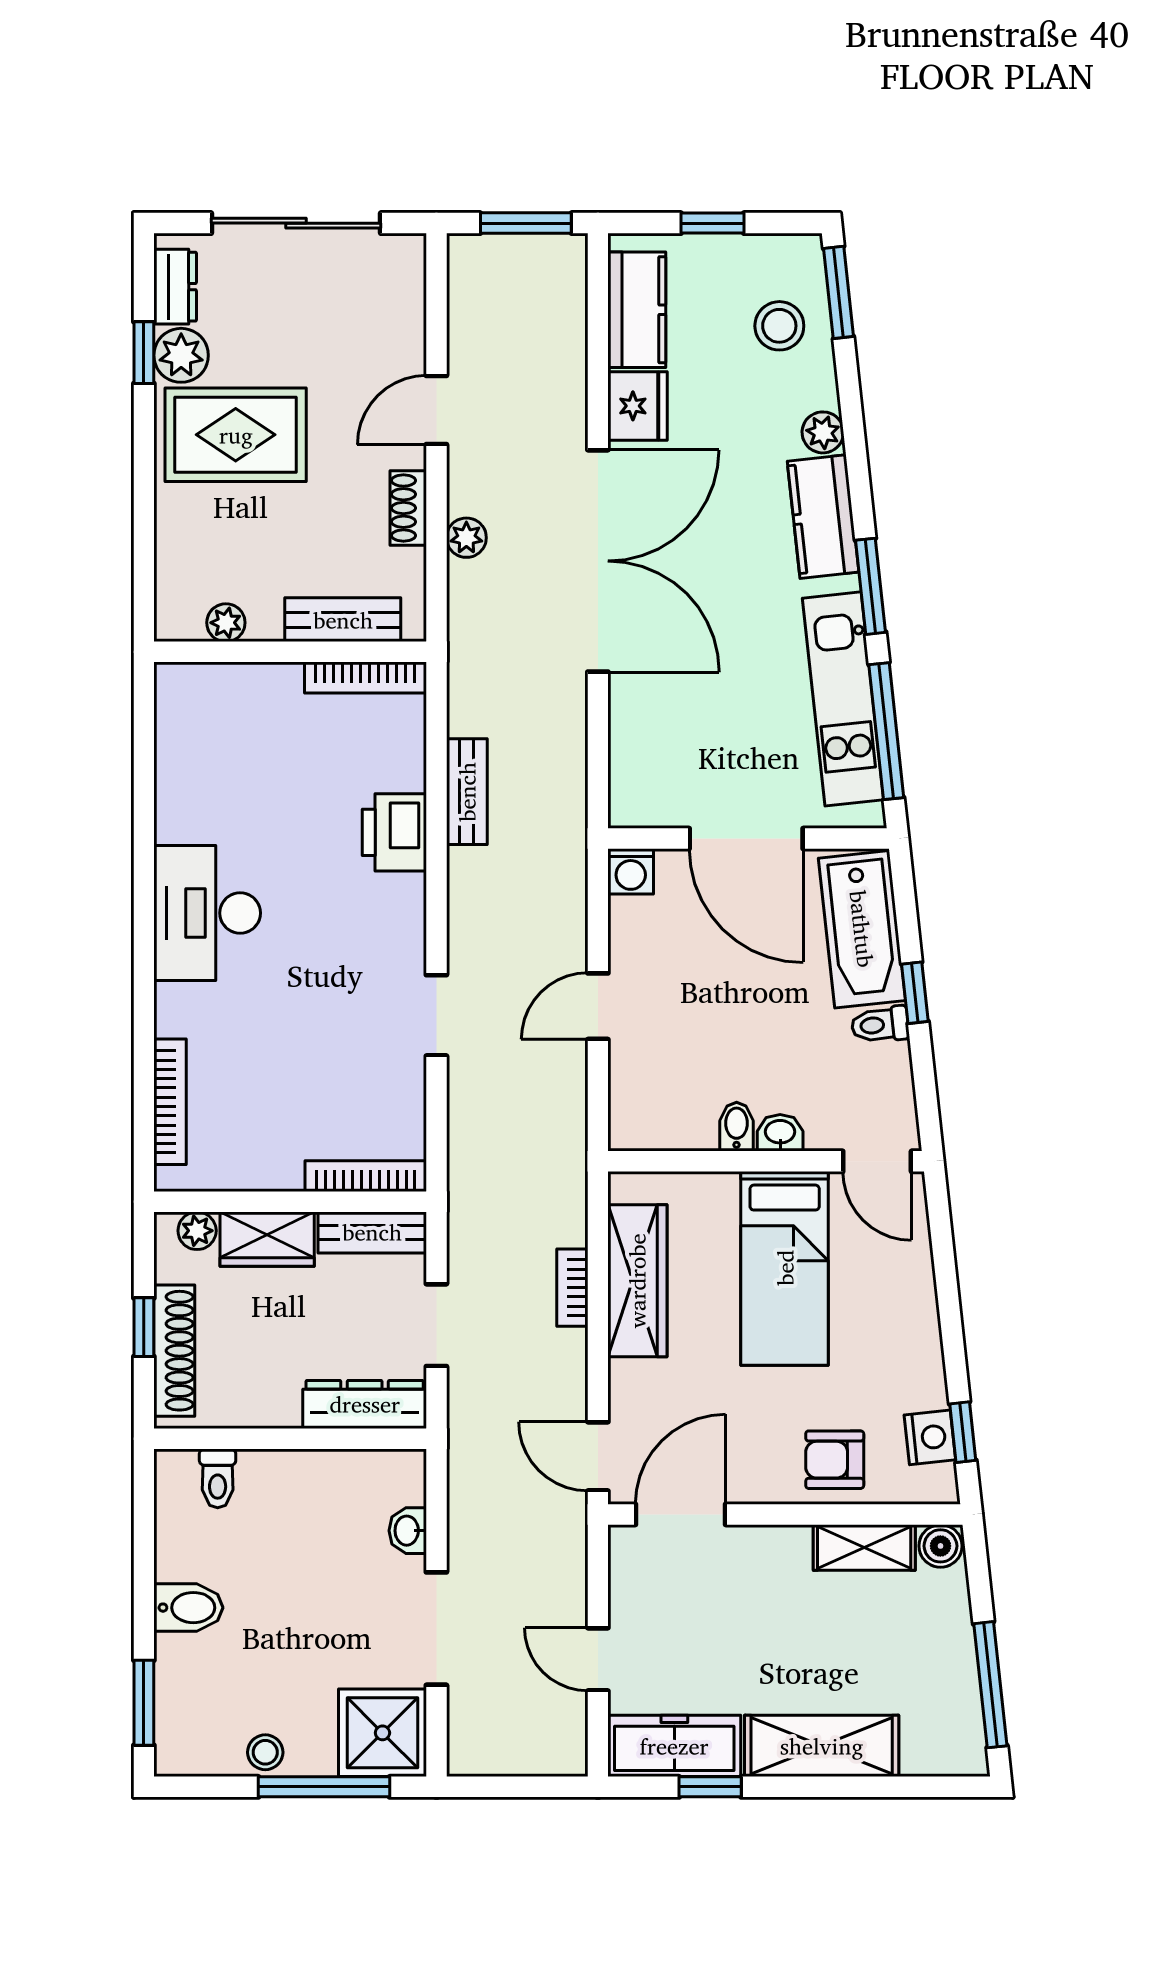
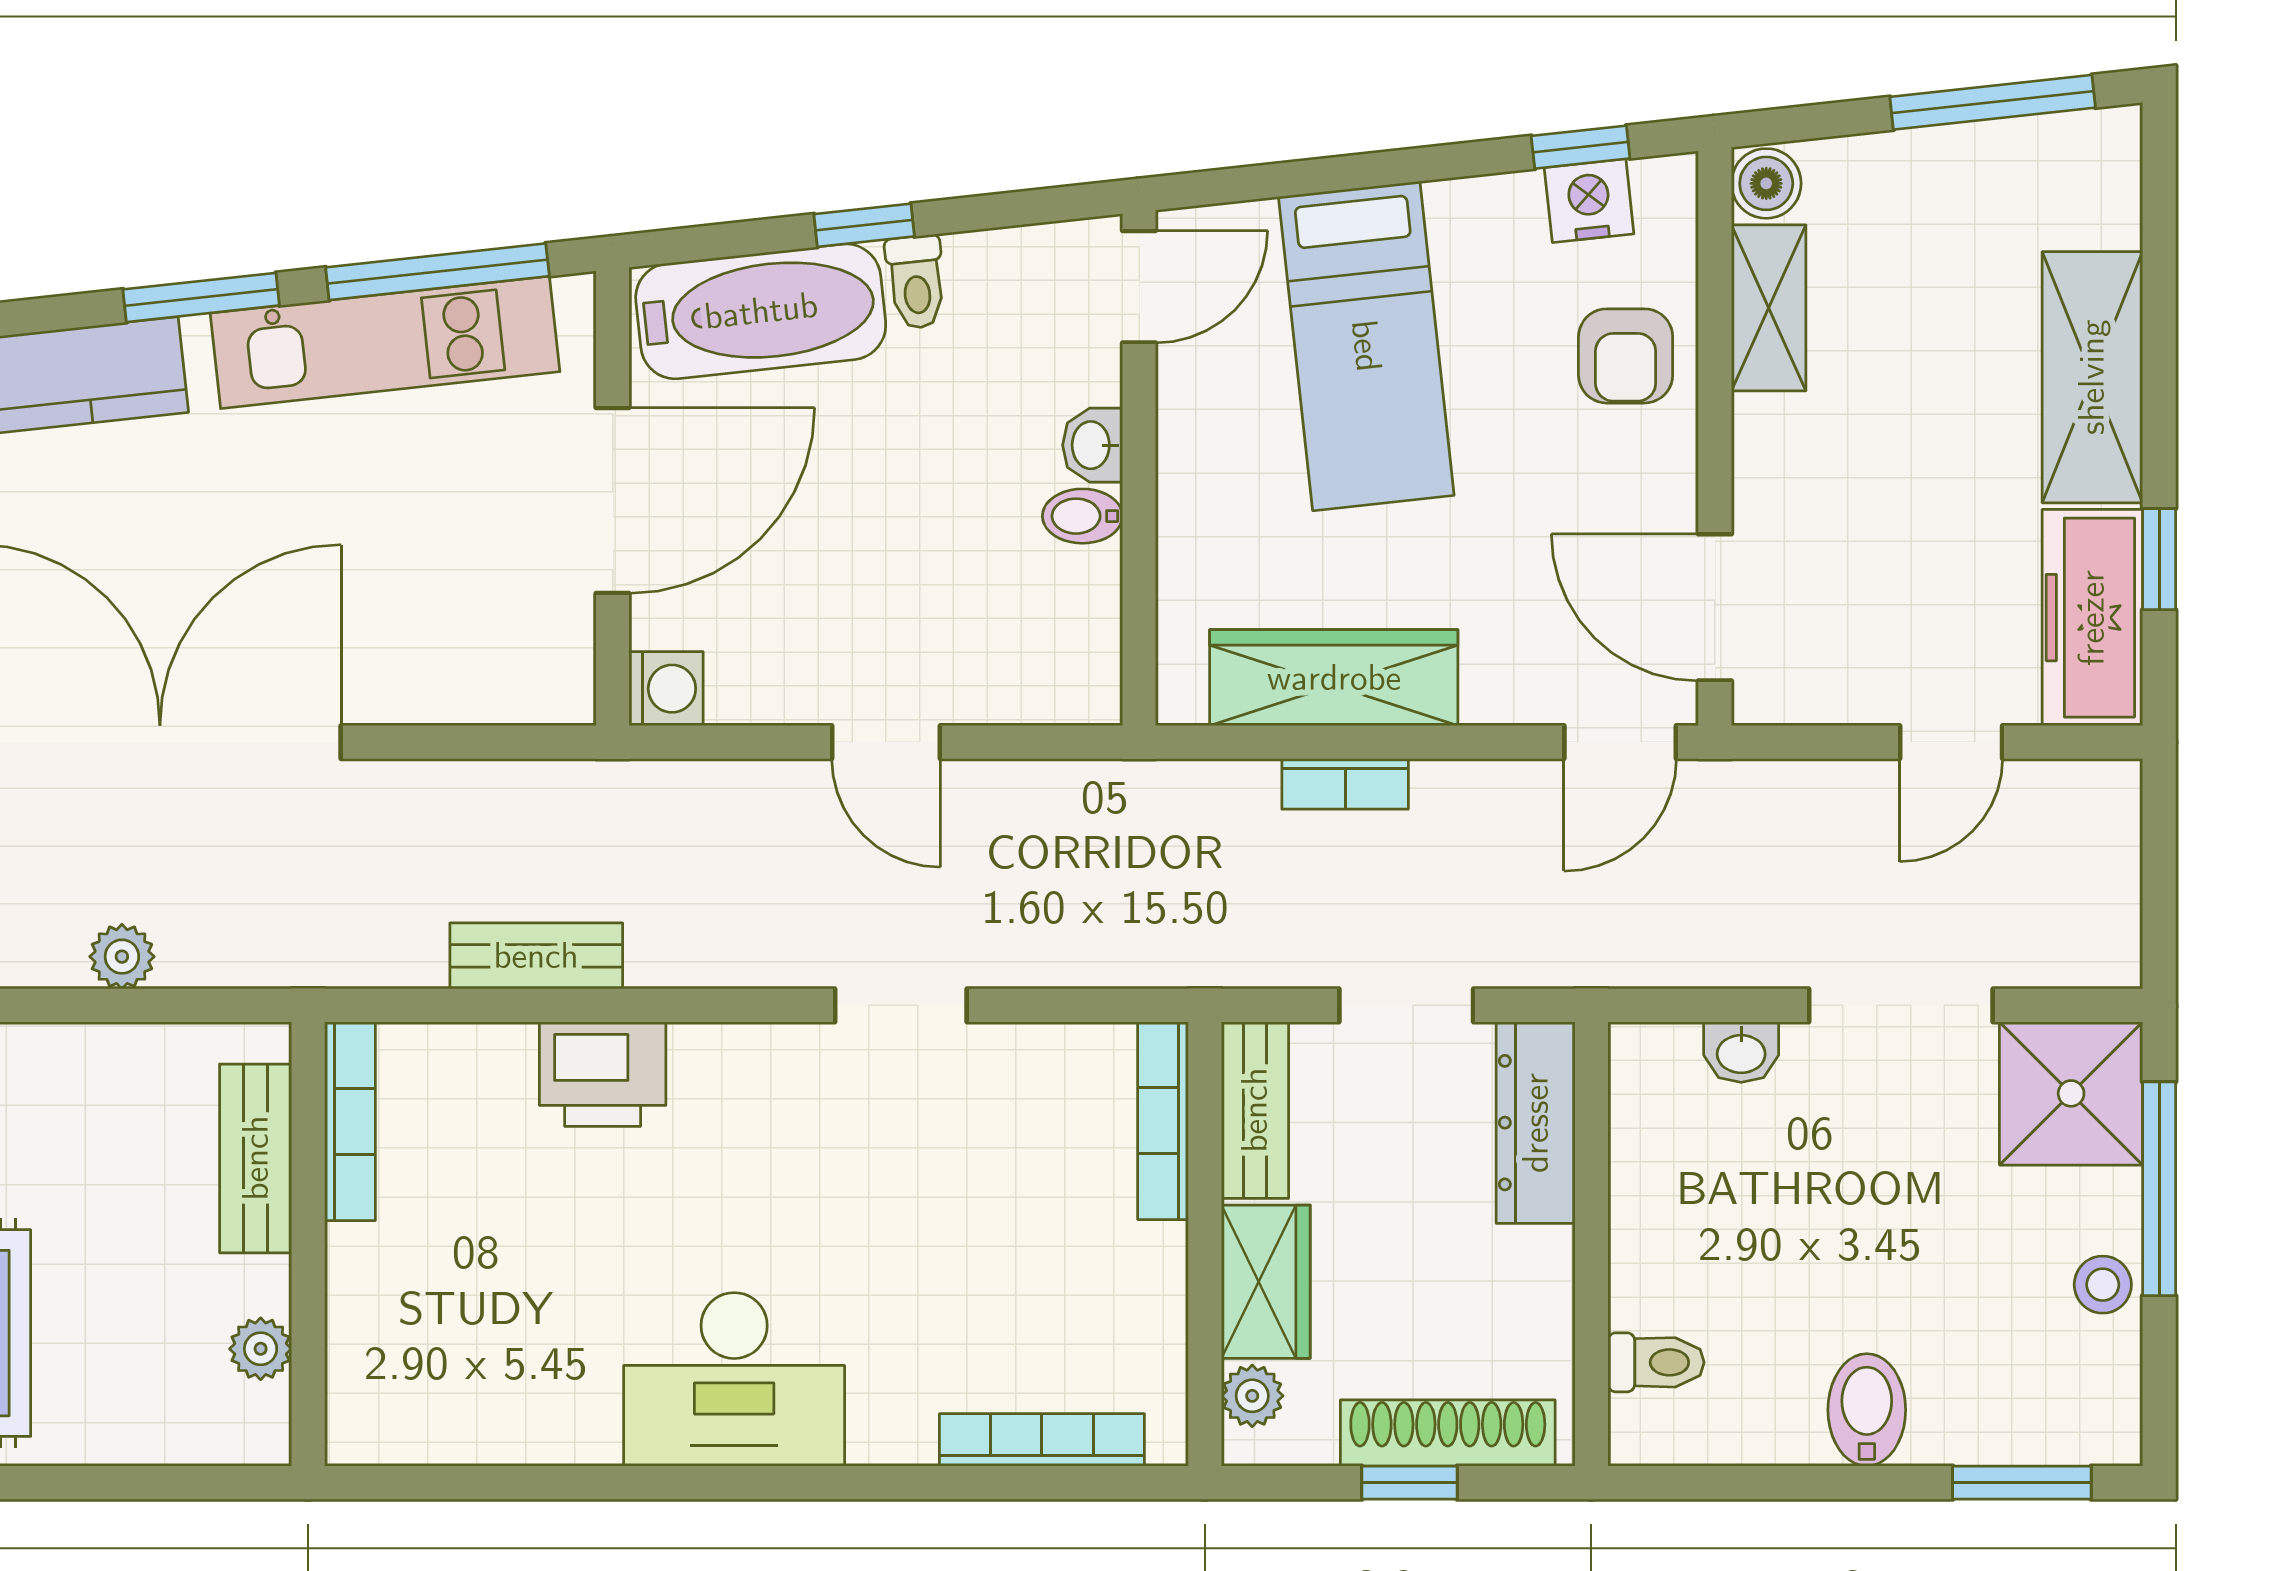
shoe rack: (408, 508) -> (74, 1051), removed
bed: (785, 1268) -> (1366, 346), moved, turned 84

